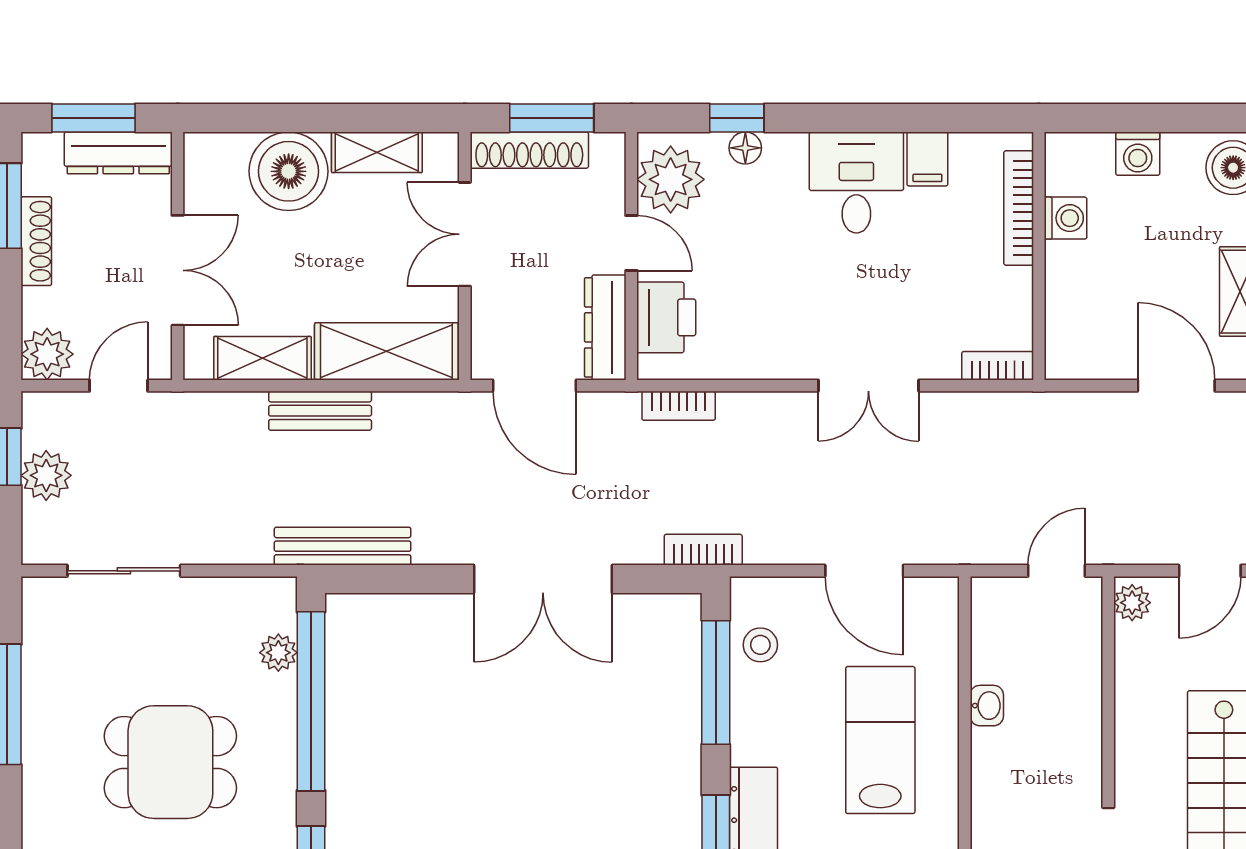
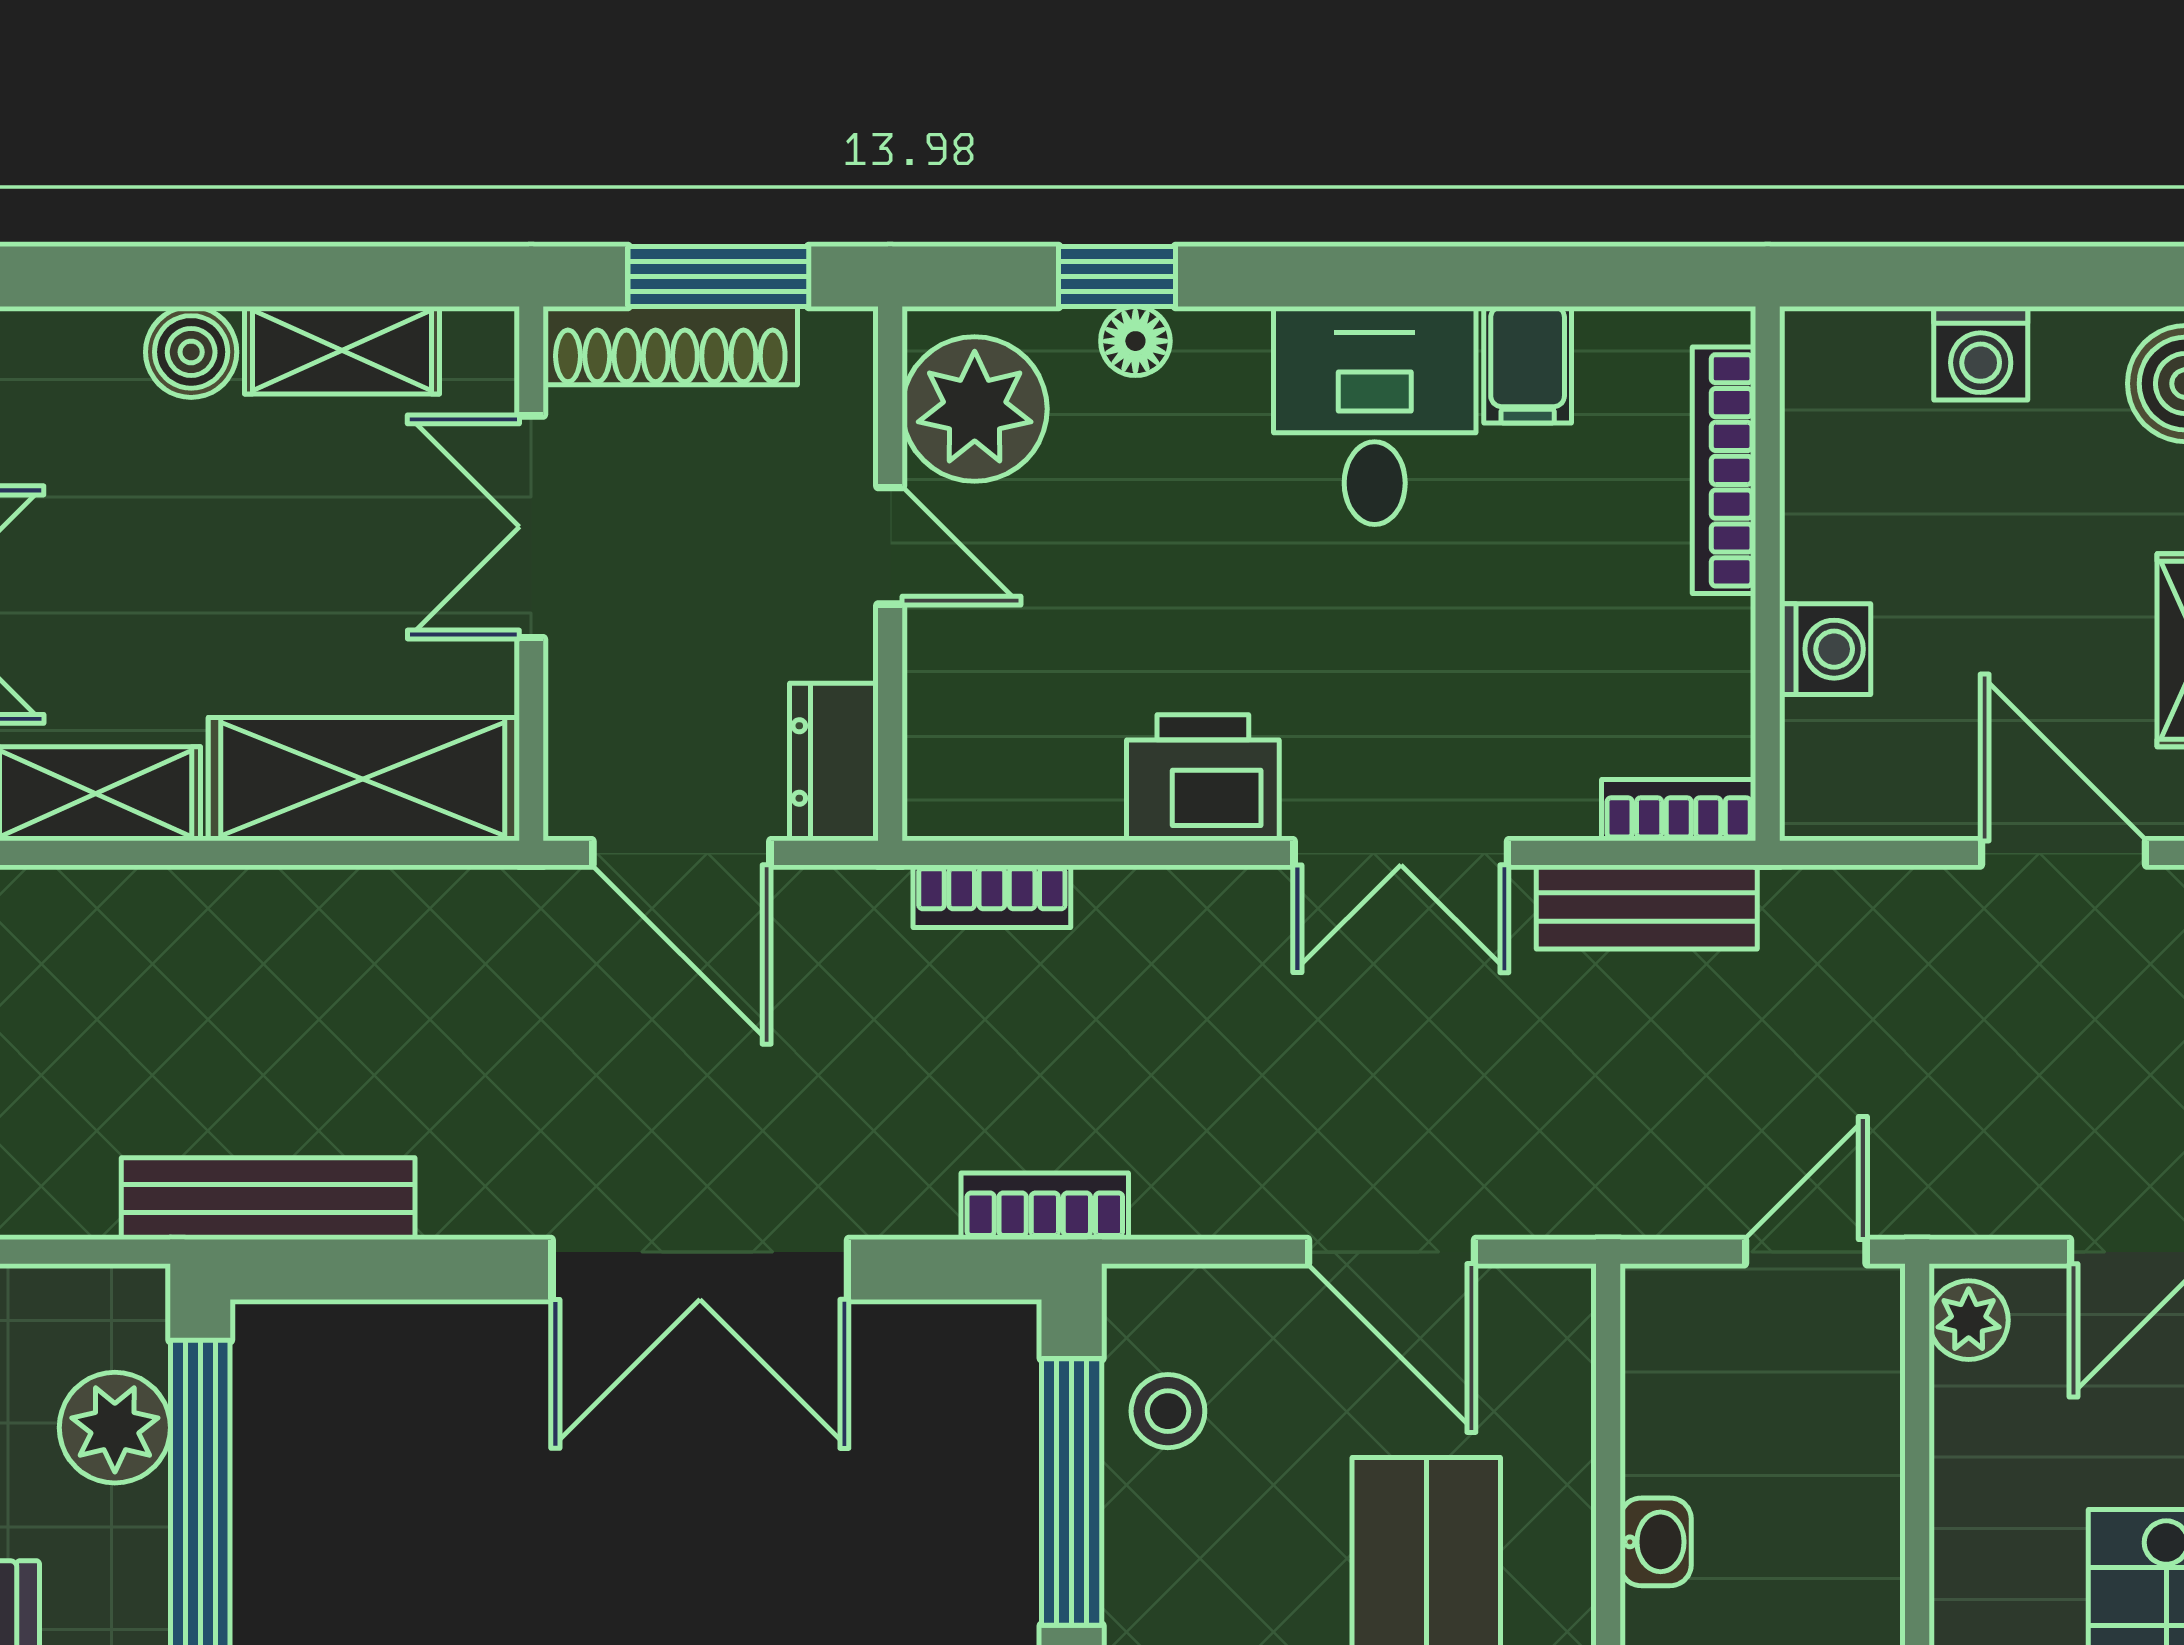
boiler: (289, 171) -> (191, 352), width x0.54, depth x0.54
washing machine: (1065, 218) -> (1825, 649), moved
printer: (666, 317) -> (1203, 778), moved, turned -90
dresser: (605, 327) -> (834, 762), width x0.70
bench: (320, 411) -> (1647, 907), moved
plant: (278, 653) -> (115, 1428), width x1.38, depth x1.38

